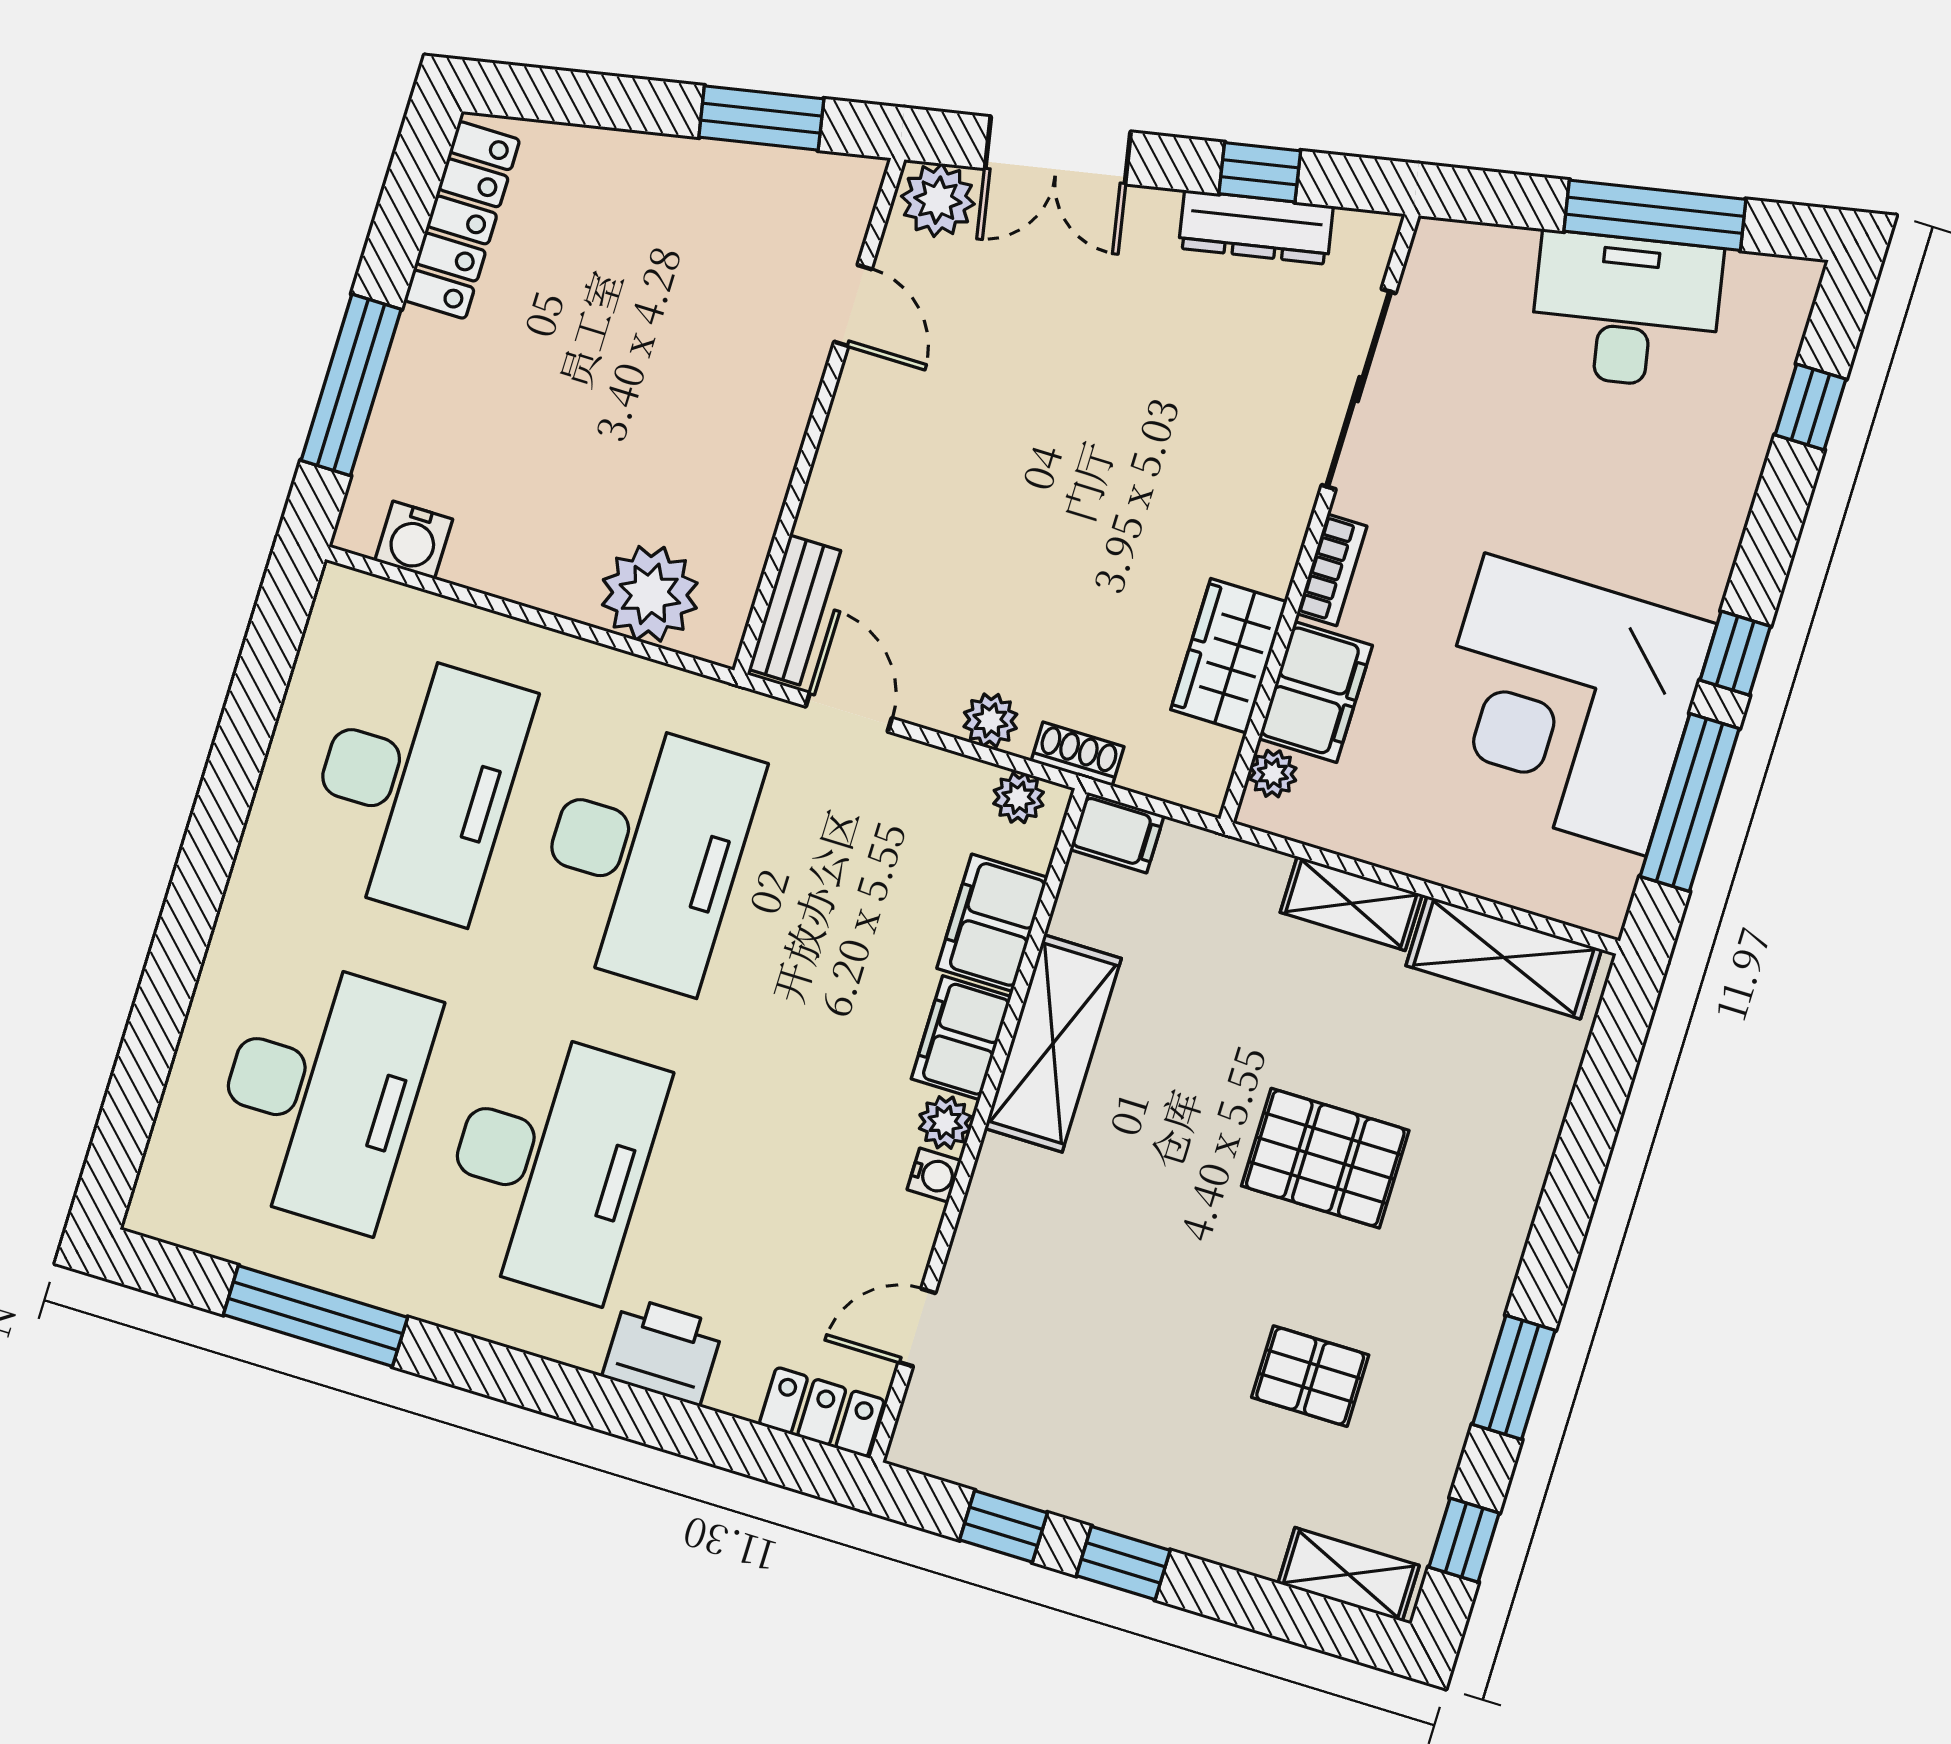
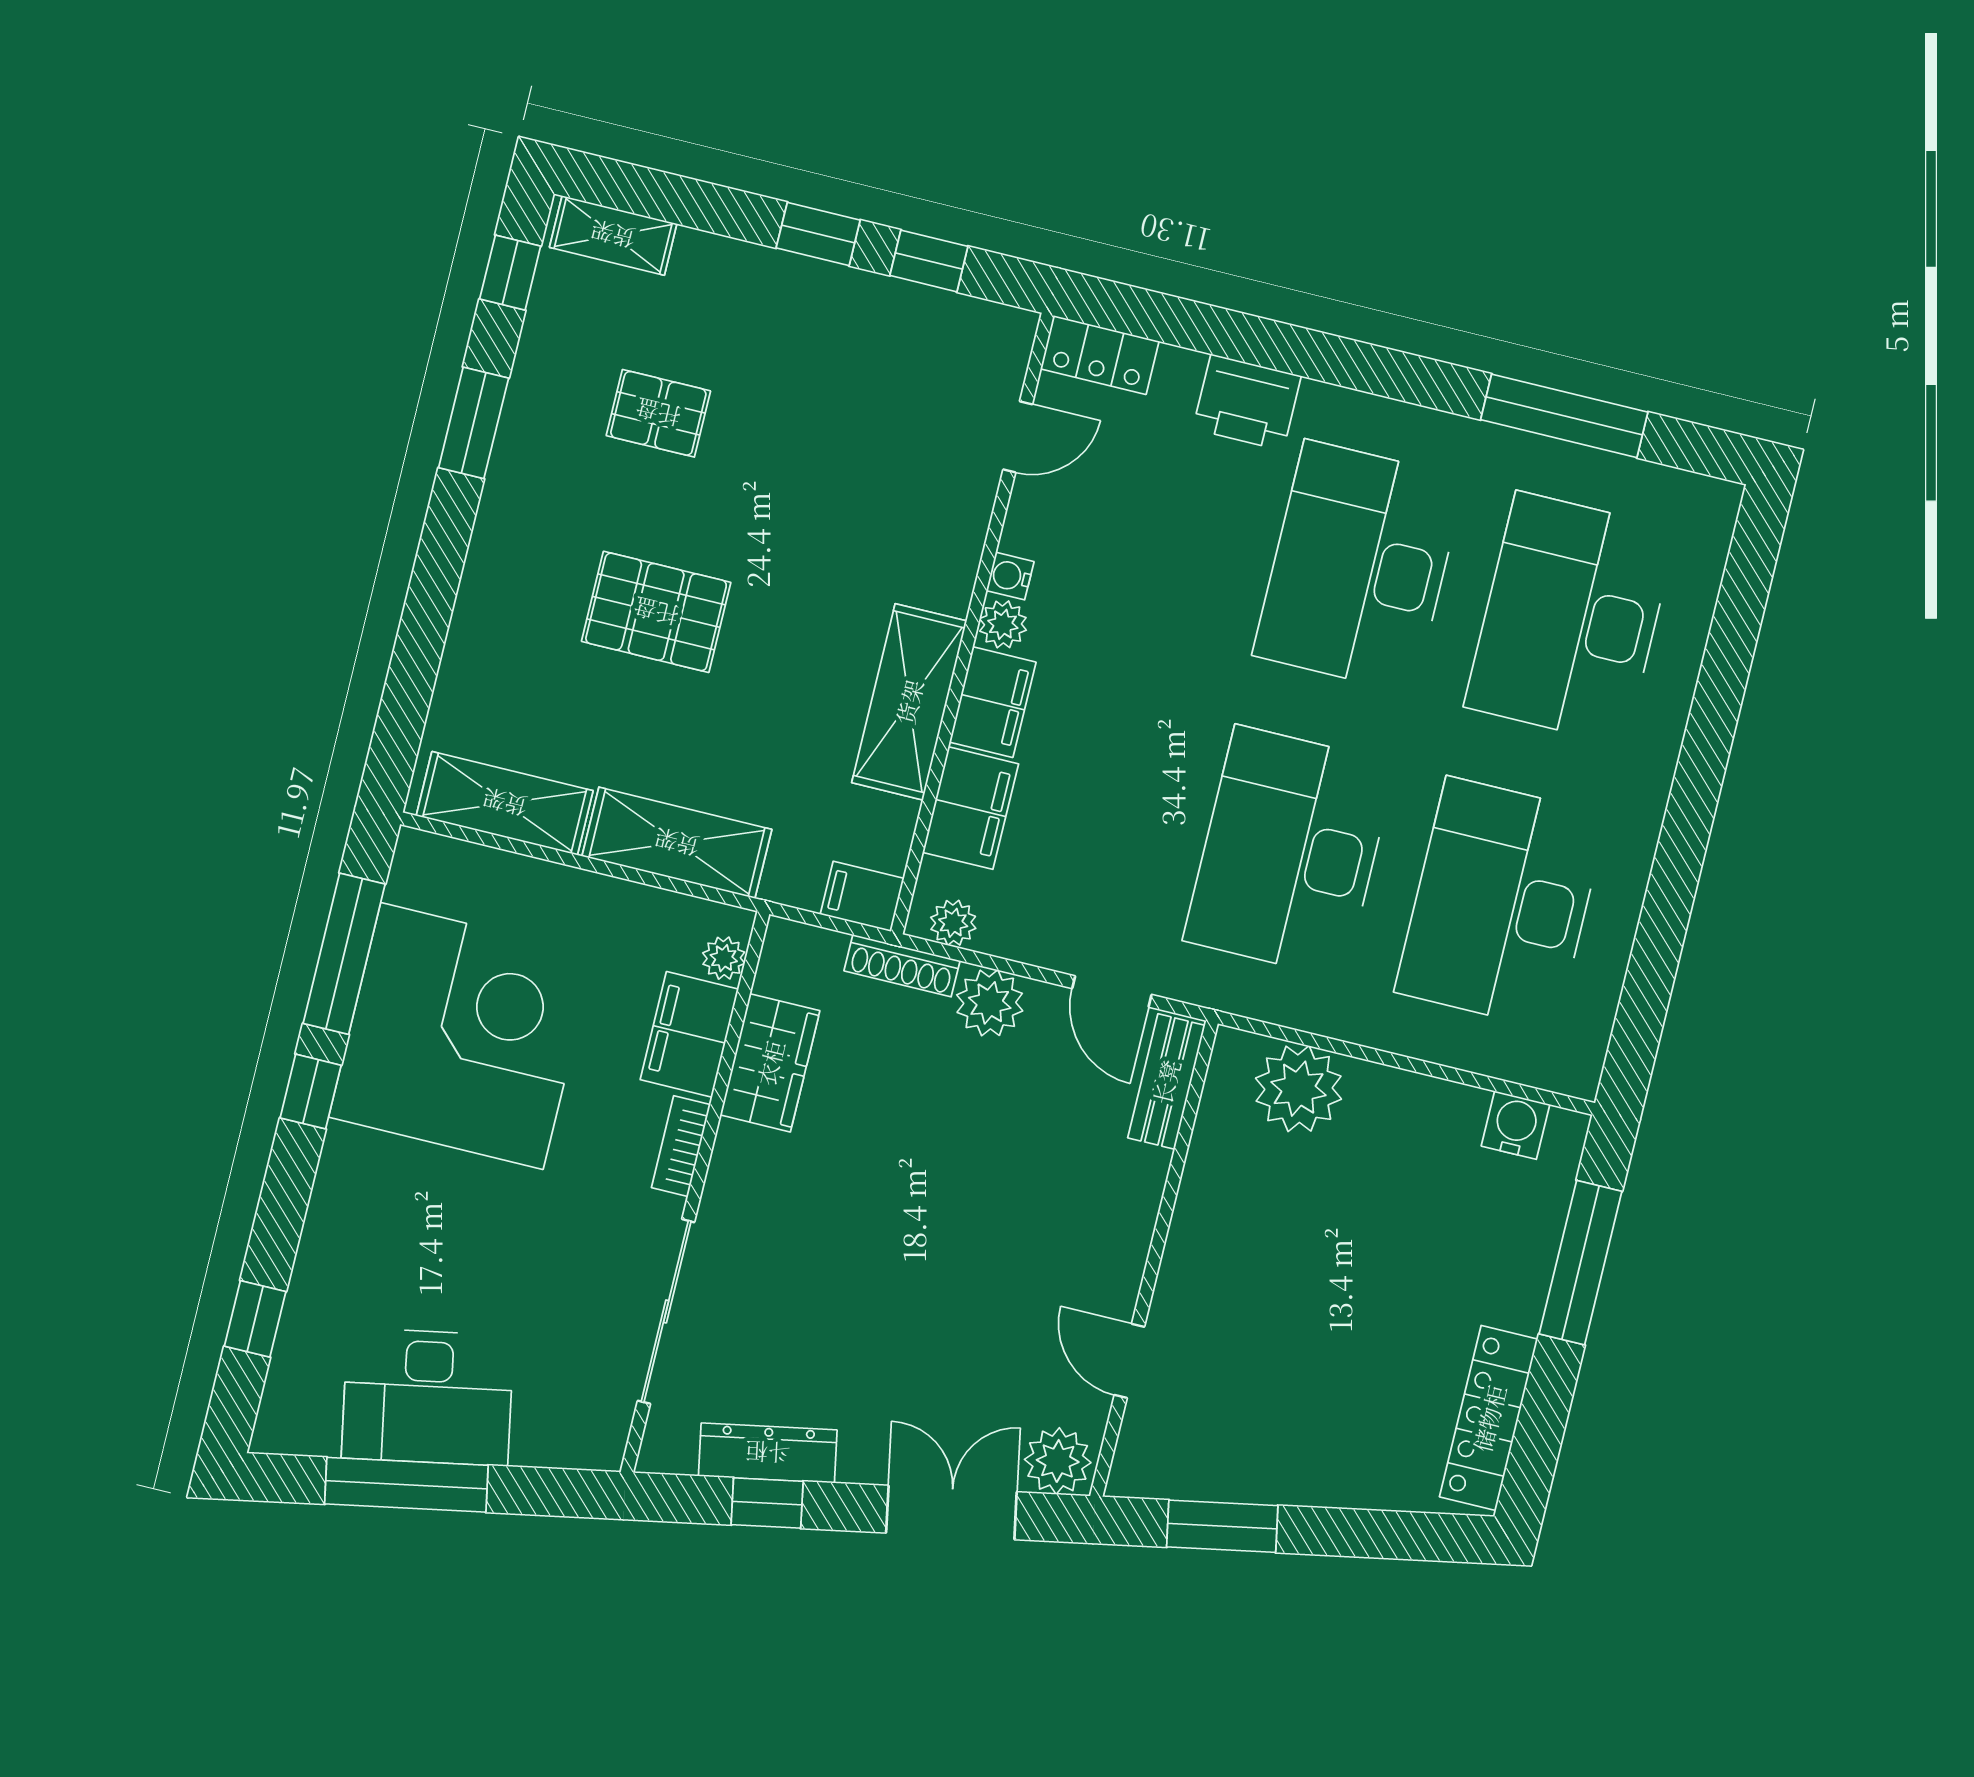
plant: (990, 720) -> (990, 1003), width x1.38, depth x1.38
shoe rack: (1078, 754) -> (902, 966), width x1.43
shelving: (1351, 903) -> (677, 843), width x1.50, depth x1.33

